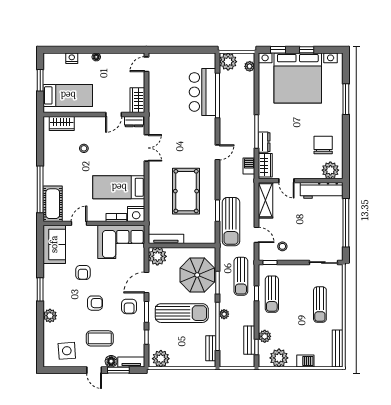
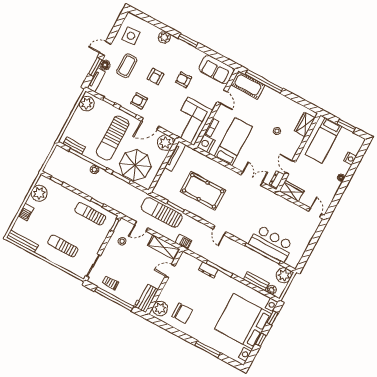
double door: (146, 148) -> (252, 179), swing flipped
wardrobe: (265, 165) -> (190, 261), removed
barbecue: (249, 166) -> (183, 242), moved
workbench: (322, 190) -> (146, 298), width x0.73
trolley: (332, 235) -> (110, 283), added
sun lounger: (241, 276) -> (116, 198), removed
door: (146, 282) -> (150, 124), swing flipped
plant: (265, 336) -> (61, 191), removed
bench: (249, 340) -> (256, 281), moved

